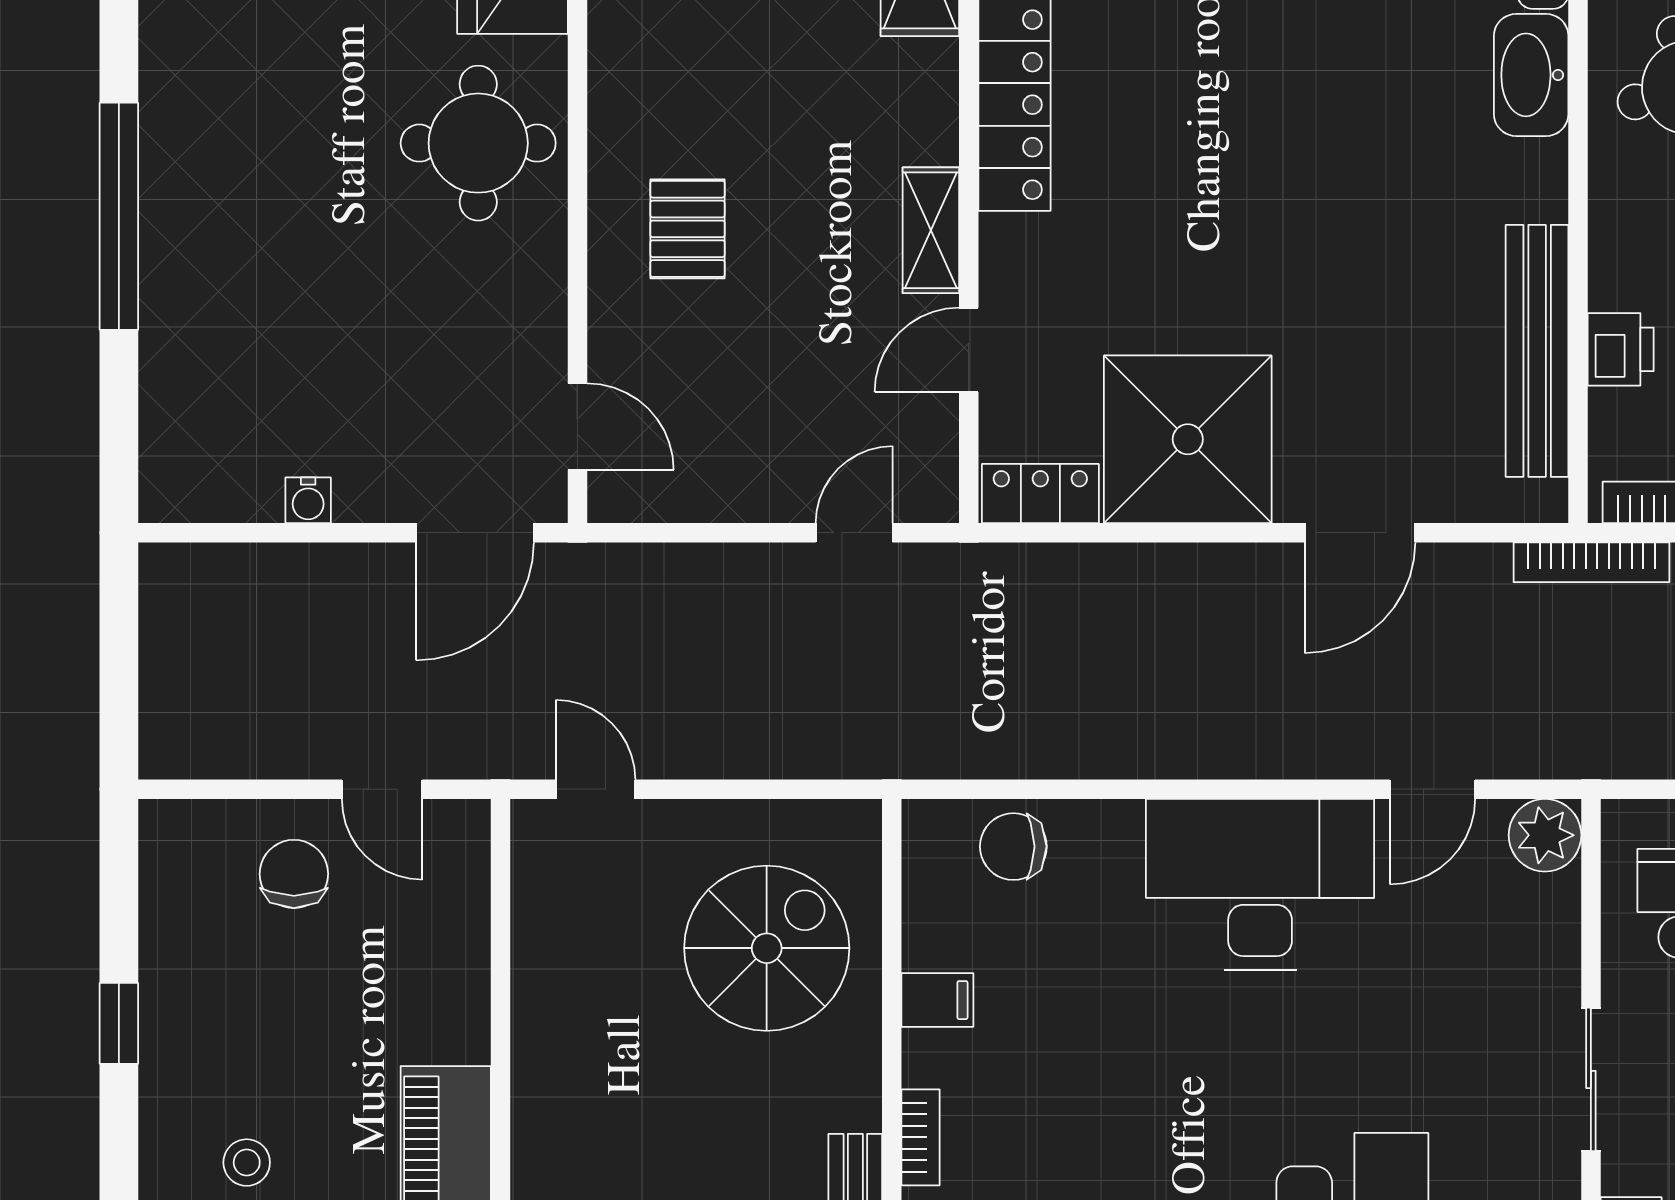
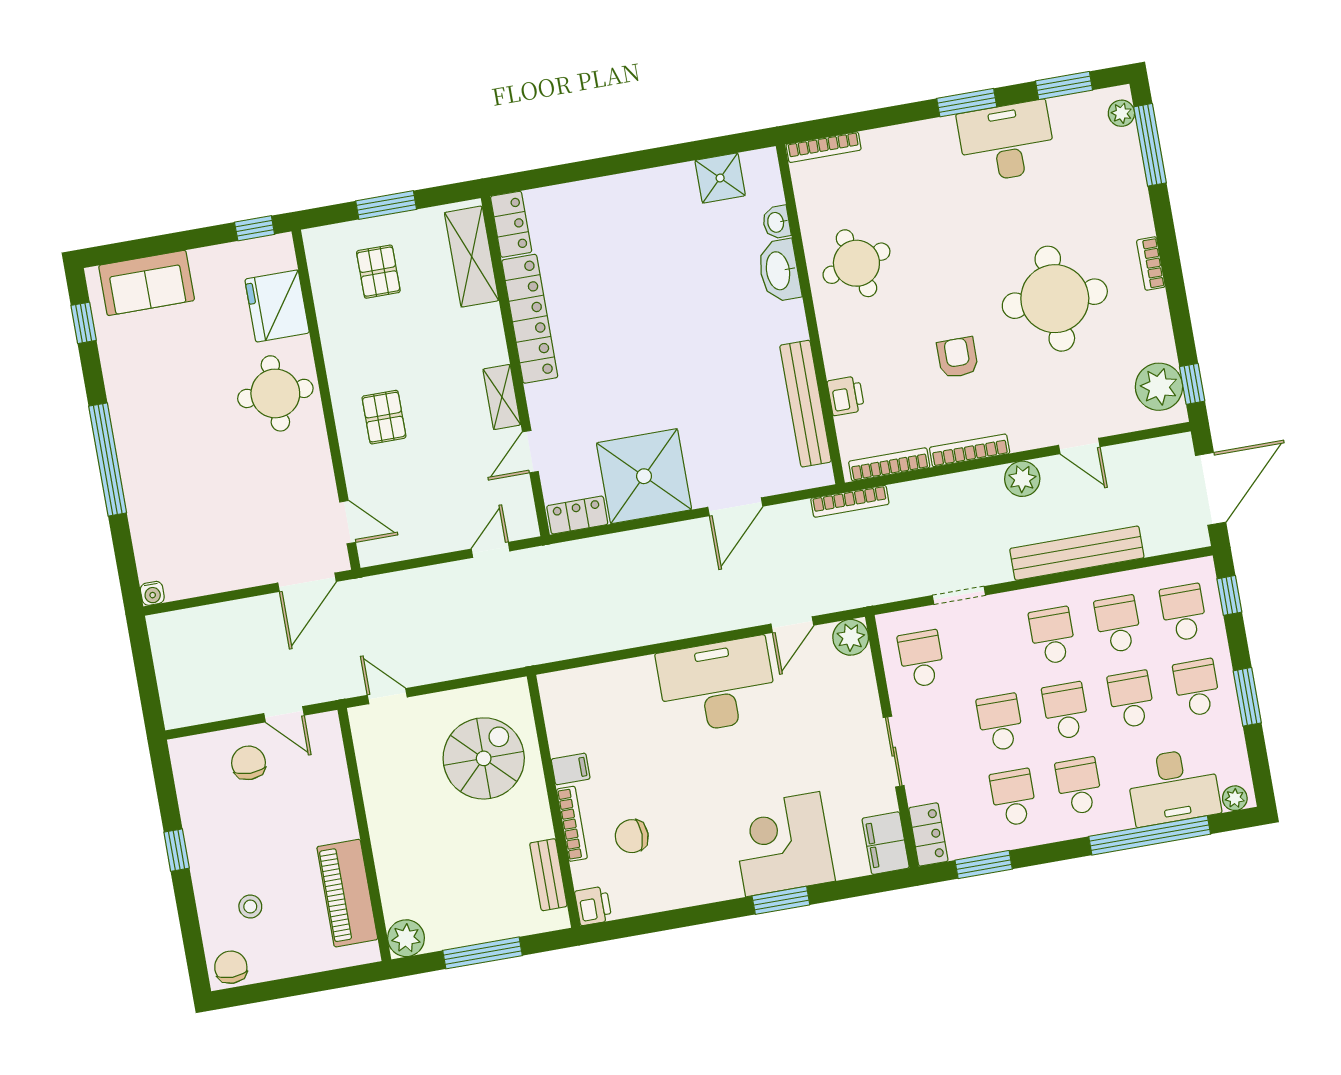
water cooler: (308, 500) -> (152, 593), moved
chair: (1013, 847) -> (632, 836), moved
bookcase: (921, 1137) -> (572, 824), width x1.56

